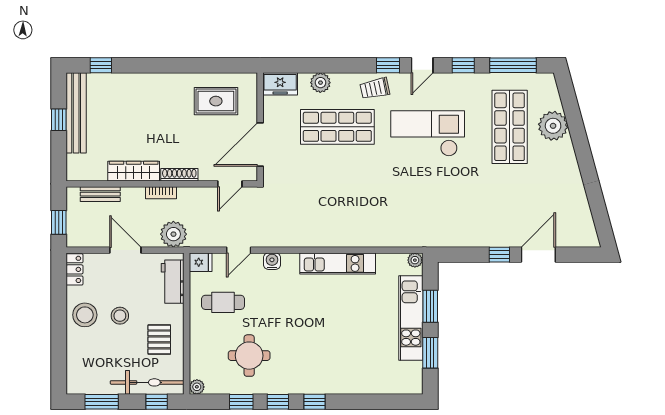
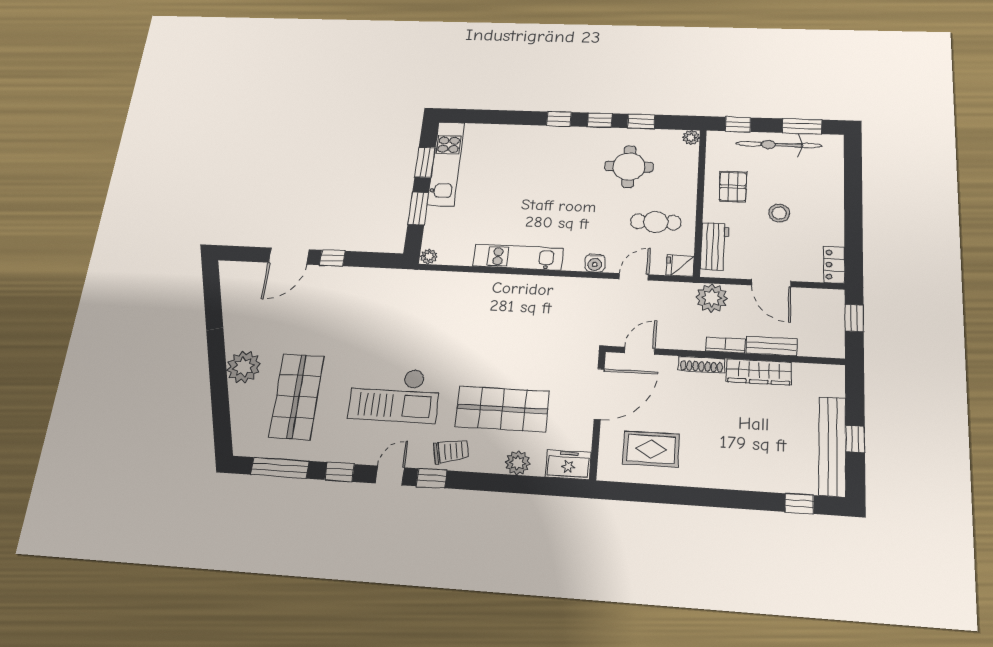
plant: (553, 126) -> (244, 367), moved
bench: (100, 194) -> (771, 346), moved
stool: (85, 315) -> (822, 215), removed
kitchen unit: (411, 318) -> (446, 164), moved
bicycle: (147, 382) -> (779, 145), moved

